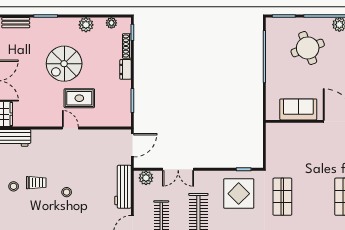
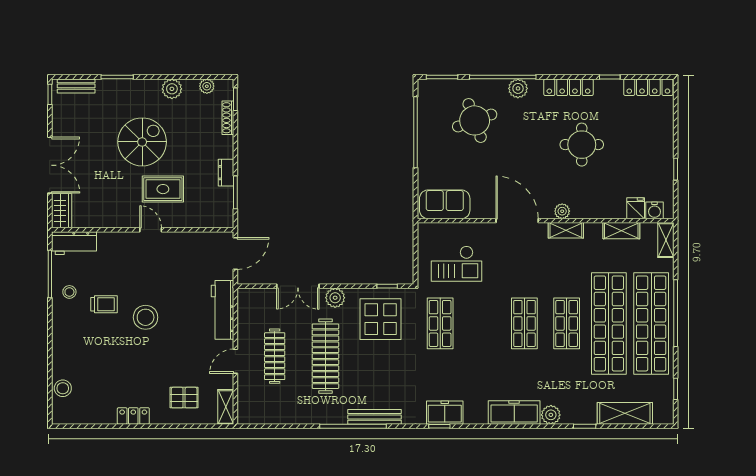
spiral stairs: (64, 64) -> (142, 142), turned 180
dresser: (125, 69) -> (226, 173), moved
sofa: (298, 109) -> (445, 204), moved
checkout: (294, 153) -> (456, 264), added
plant: (146, 178) -> (335, 298), moved
stool: (14, 186) -> (69, 292), moved
stool: (67, 192) -> (146, 317), width x1.89, depth x1.89

